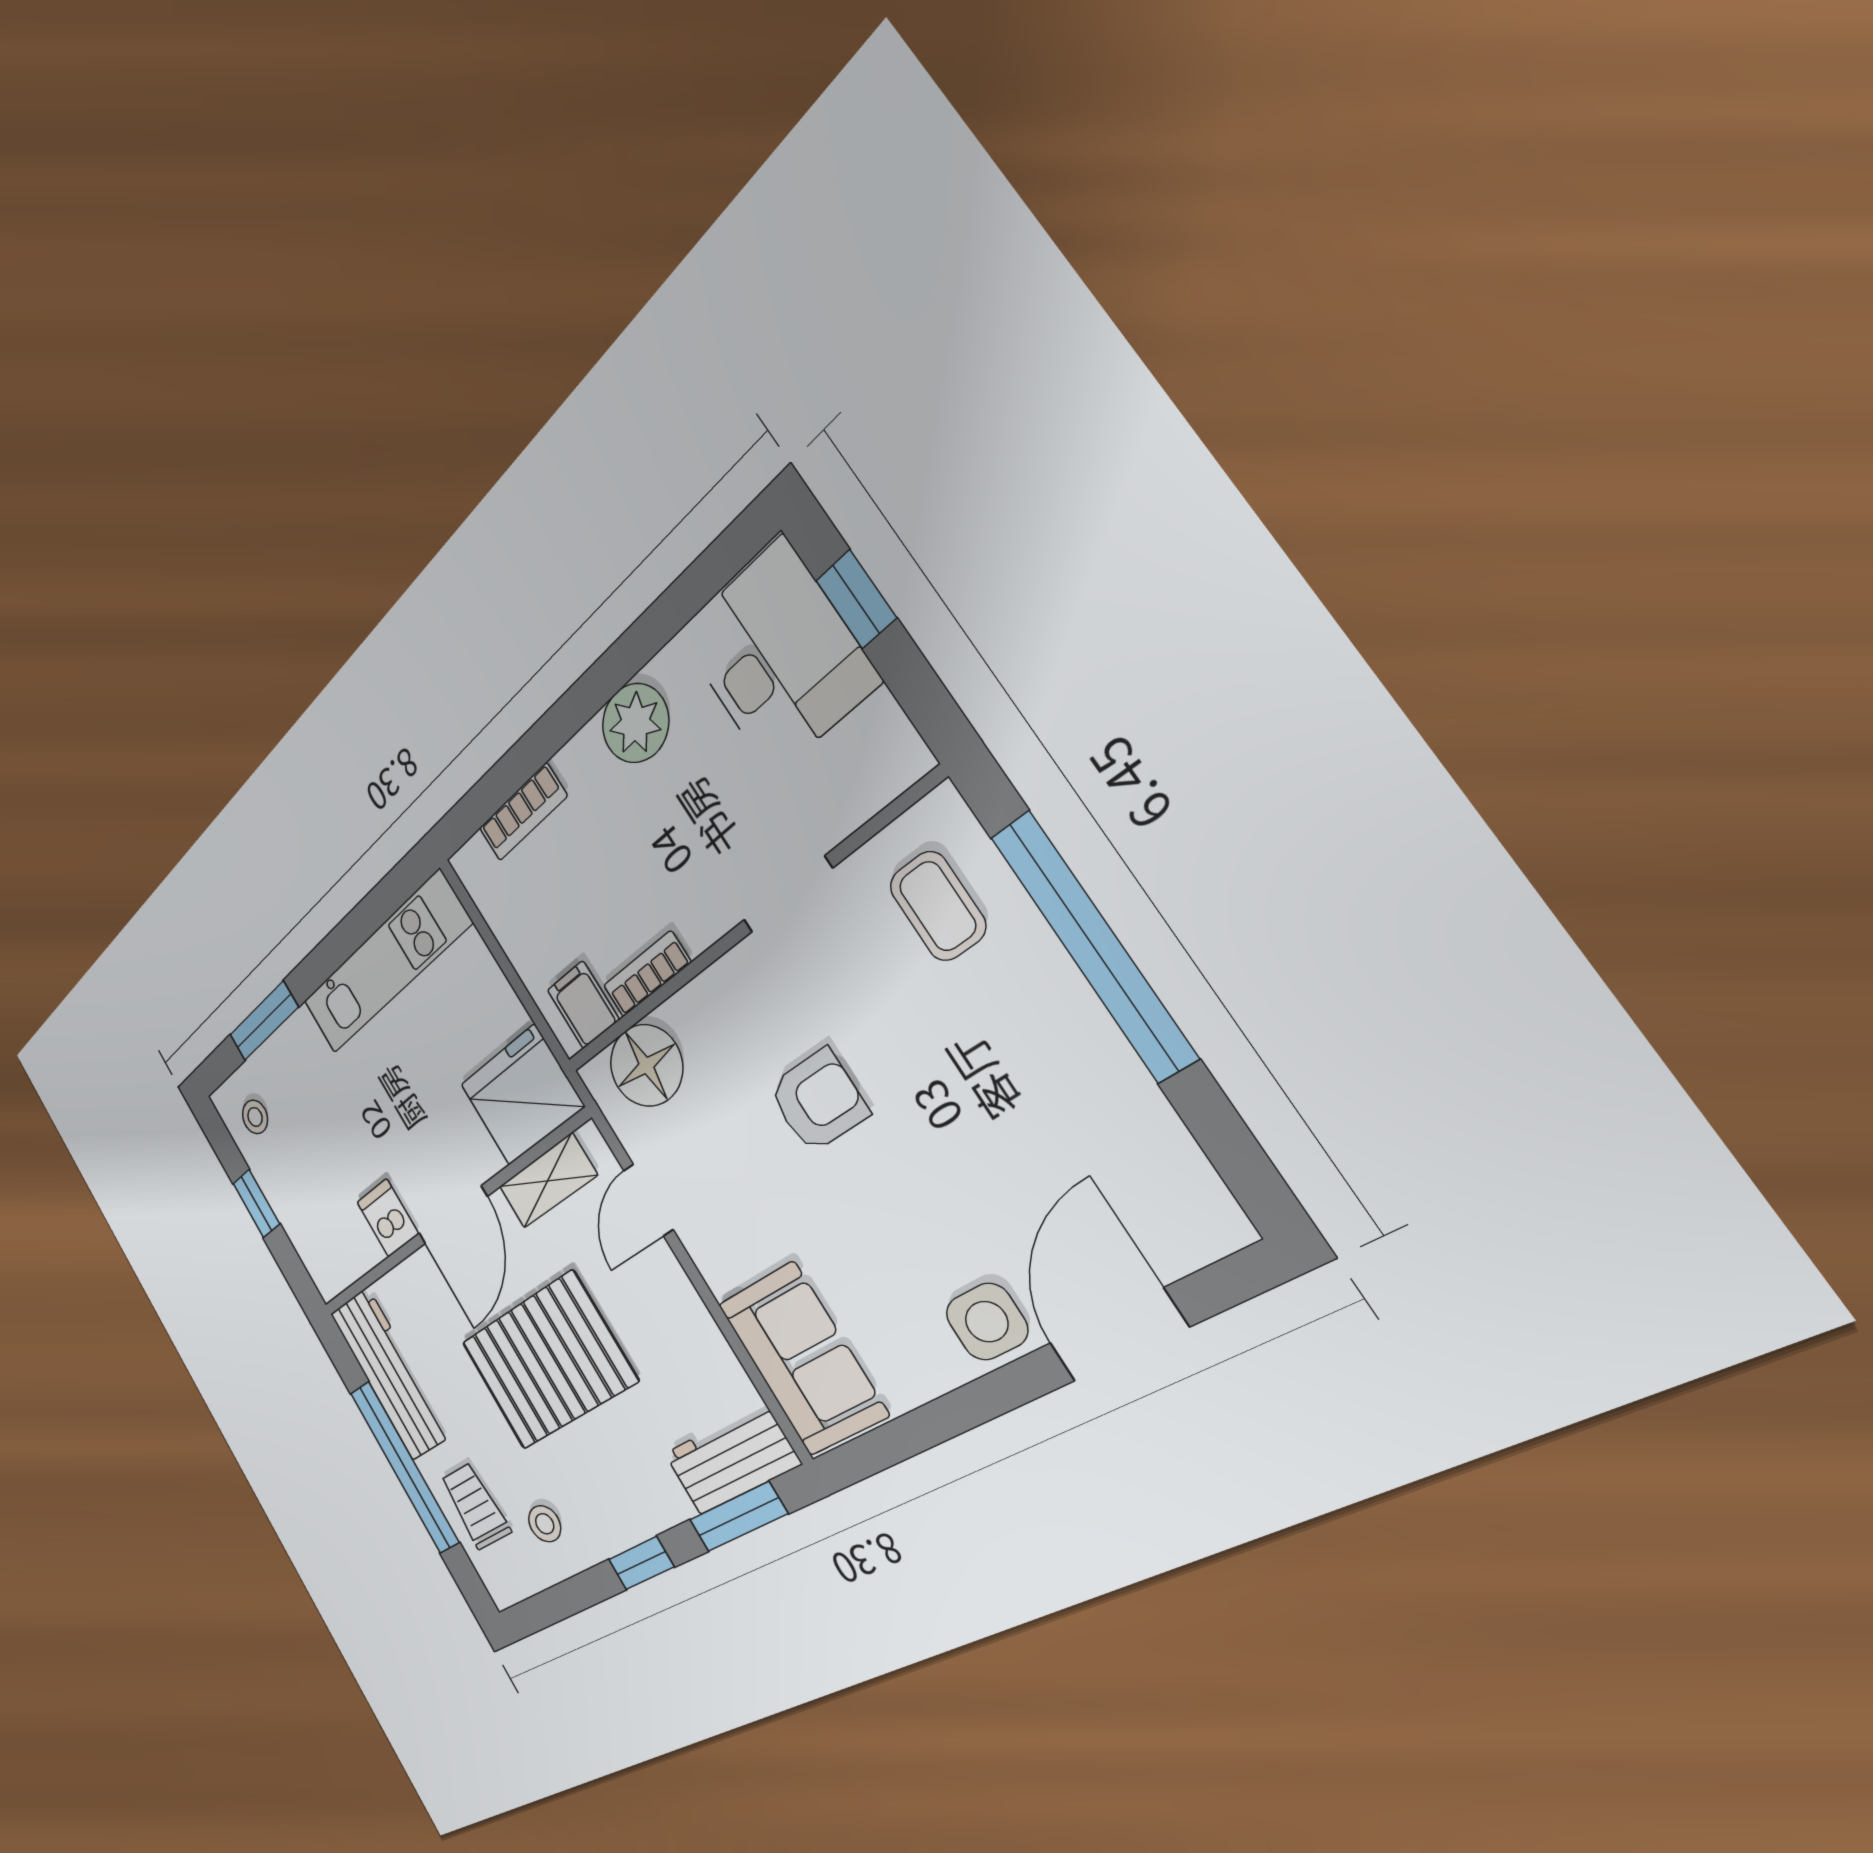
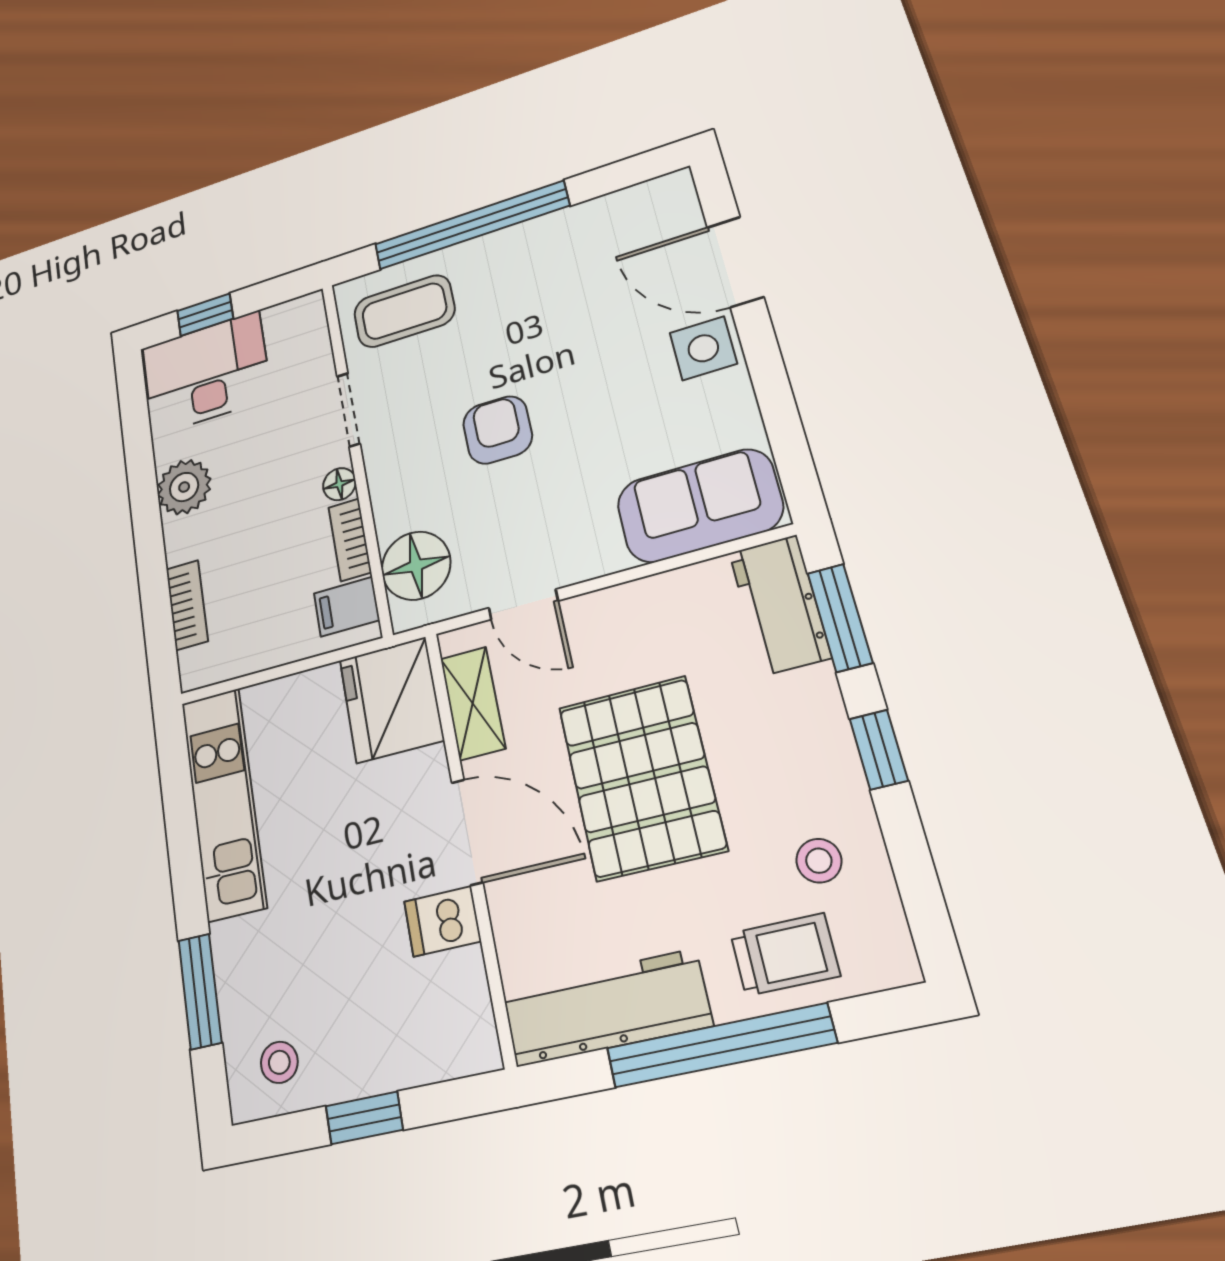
coffee table: (938, 906) -> (404, 311), width x1.36, depth x1.30
floor lamp: (700, 929) -> (339, 484), added
trolley: (475, 1506) -> (785, 954), turned 180

